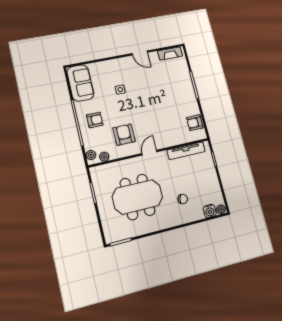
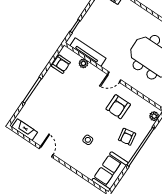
armchair: (95, 120) -> (127, 137), turned -100
plant: (104, 157) -> (83, 63), moved
chair: (183, 199) -> (125, 24), removed

